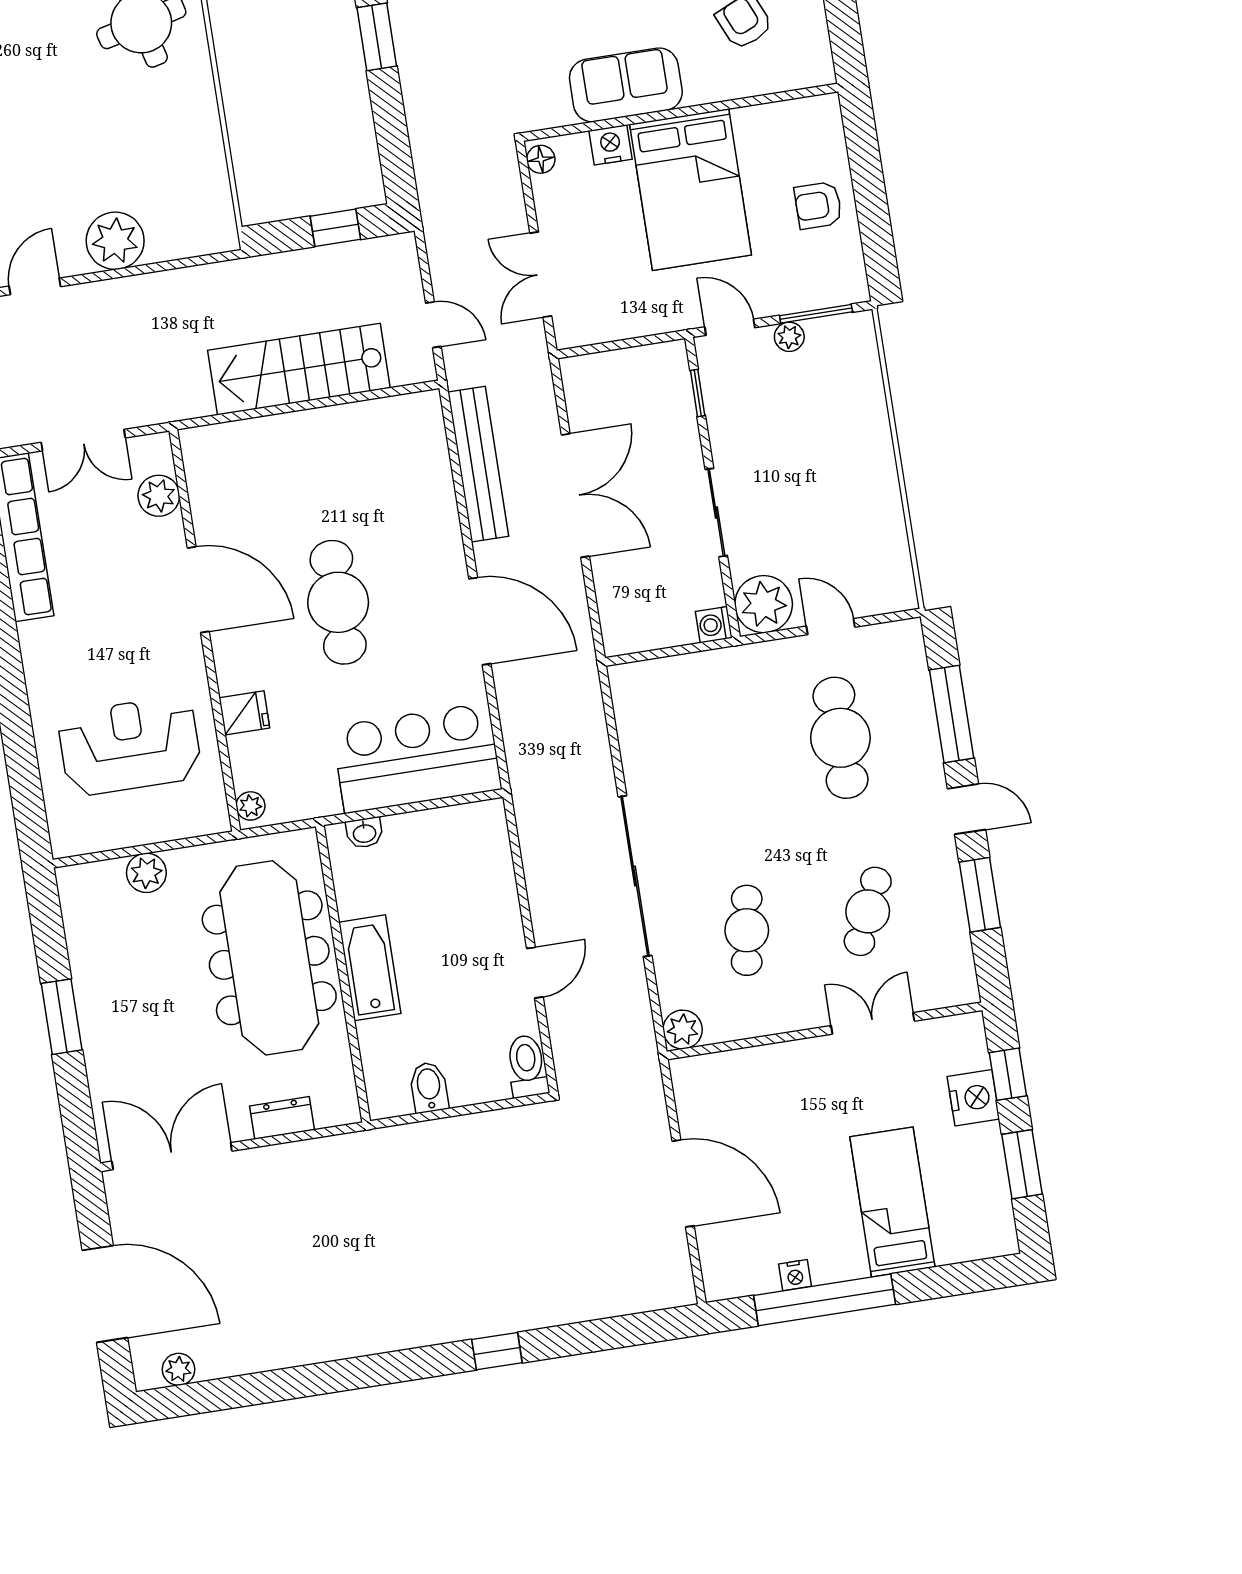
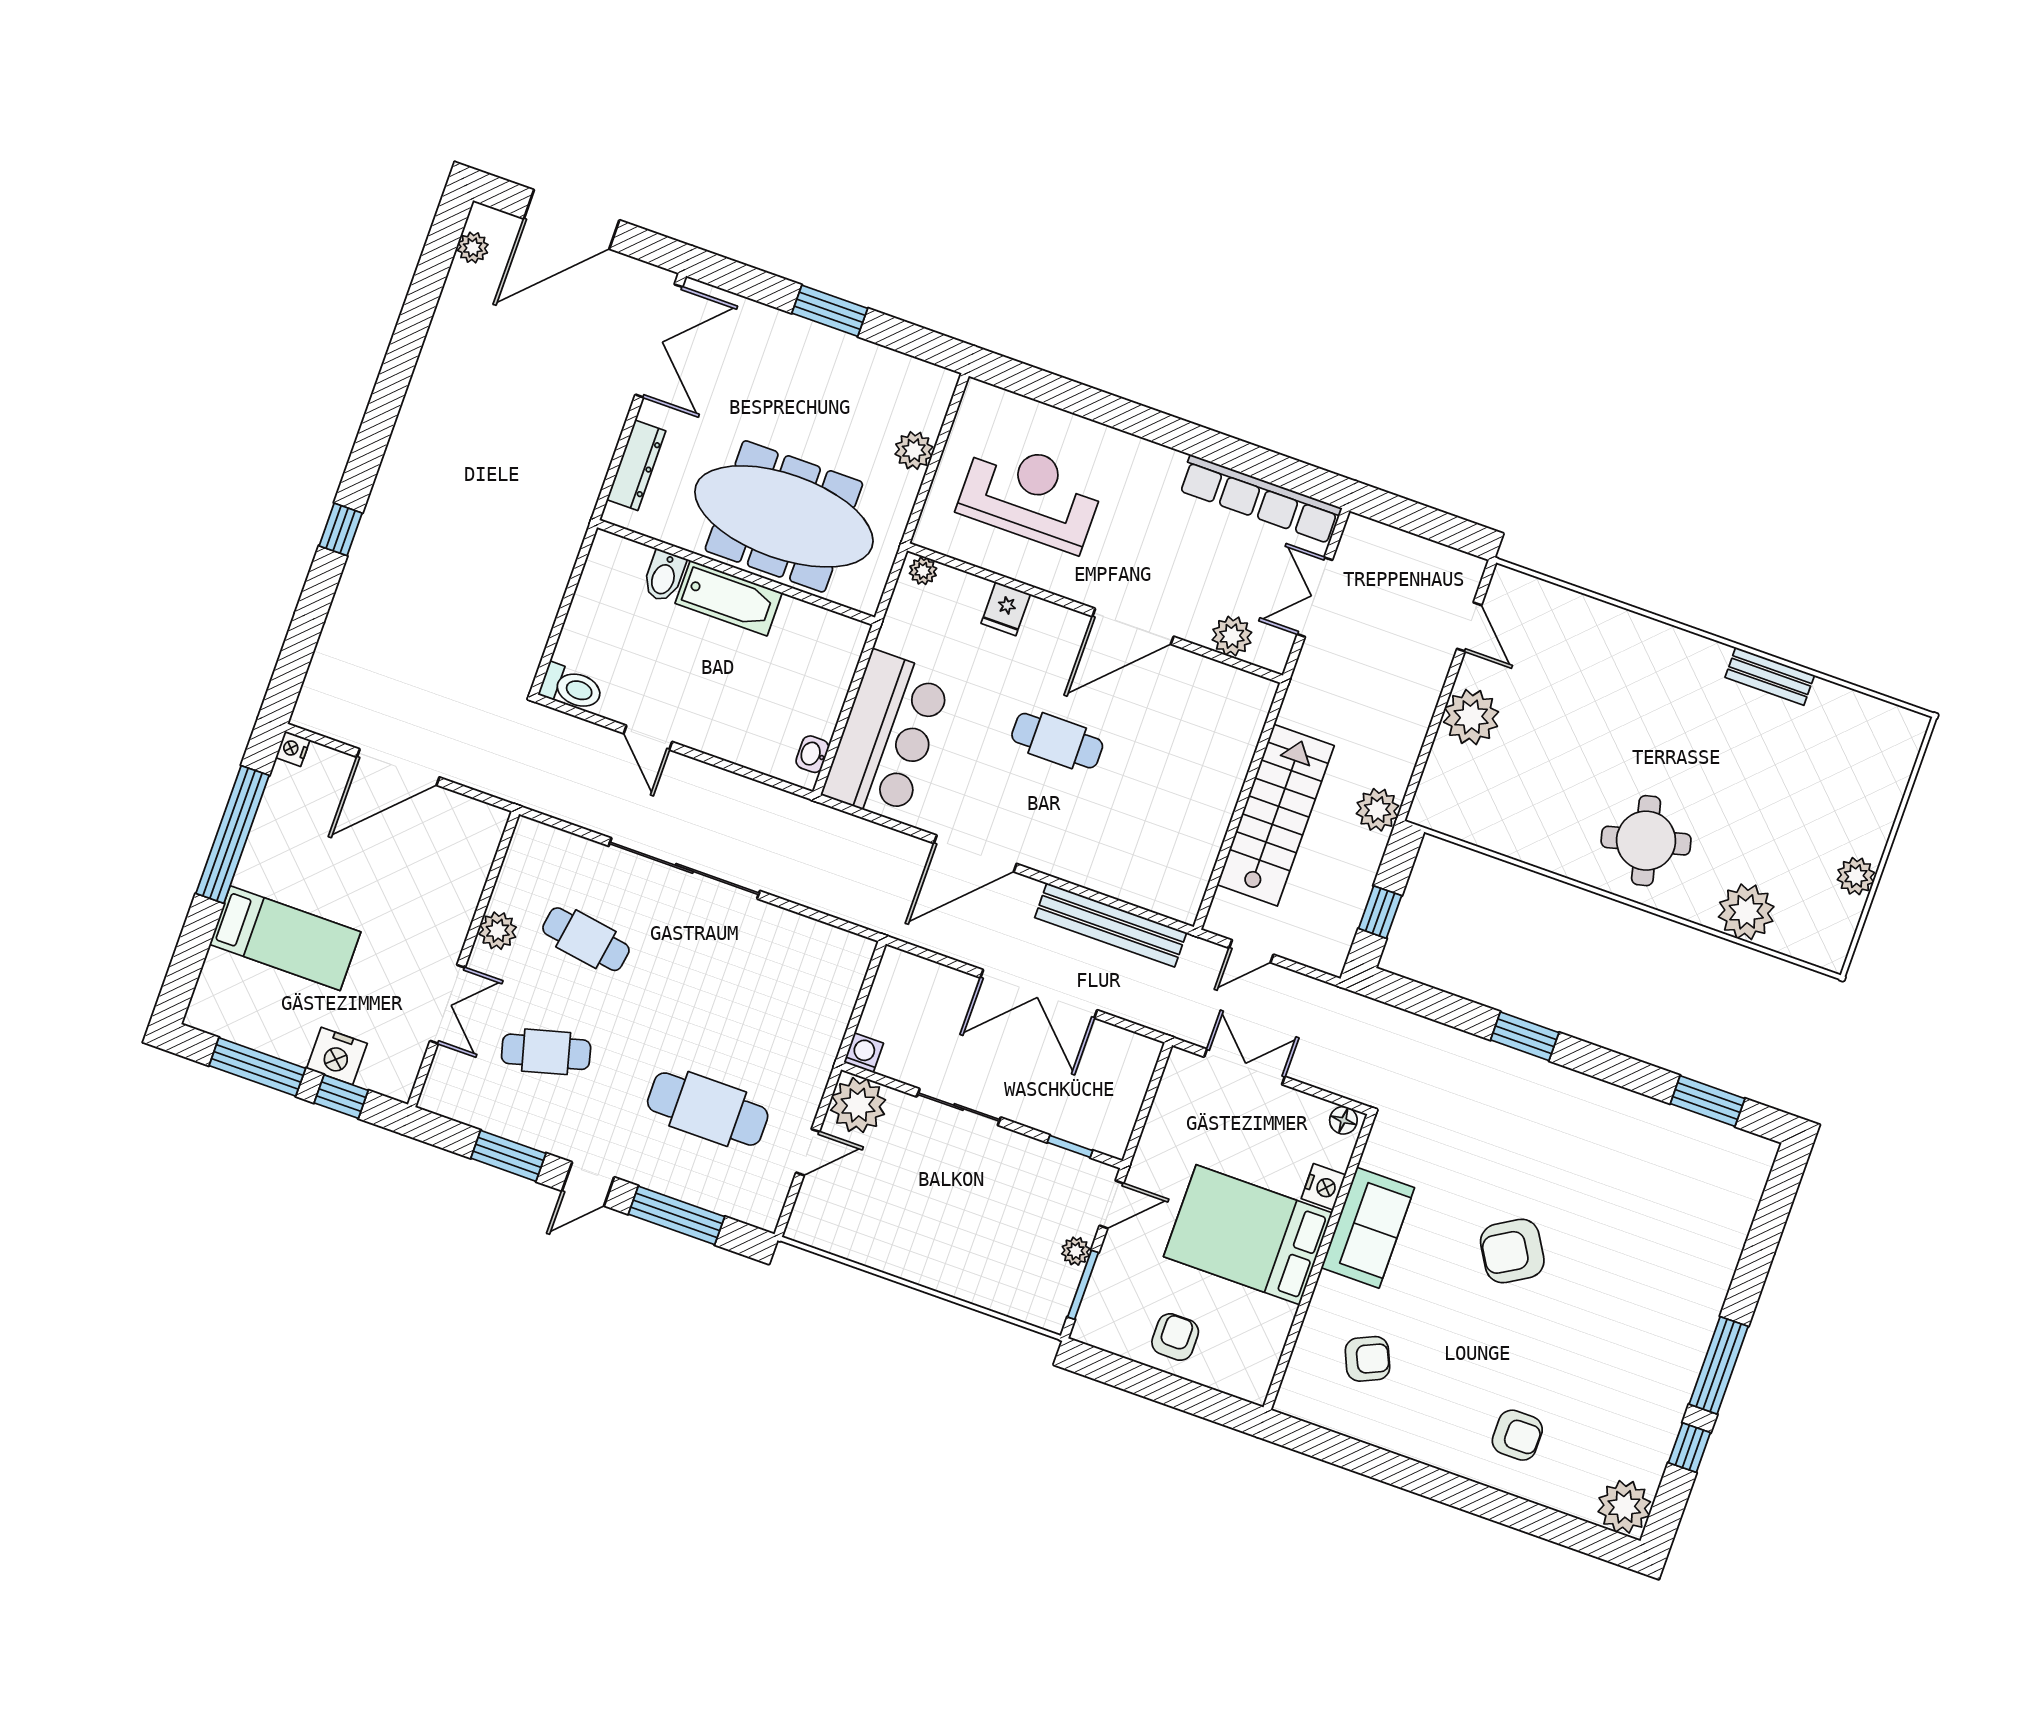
plant: (244, 280) -> (1378, 810), added
cafe table: (338, 602) -> (1057, 741), width x0.73, depth x0.74
reception desk: (130, 746) -> (1031, 495), turned -90
washbasin: (364, 833) -> (812, 754), moved
cafe table: (868, 911) -> (546, 1052), turned -39
plant: (683, 1030) -> (498, 931), moved
bidet: (429, 1087) -> (664, 576), moved, turned 90
dresser: (282, 1118) -> (636, 465), width x1.44
window: (1022, 1164) -> (257, 1067), width x1.44
nightstand: (795, 1275) -> (293, 749), moved

